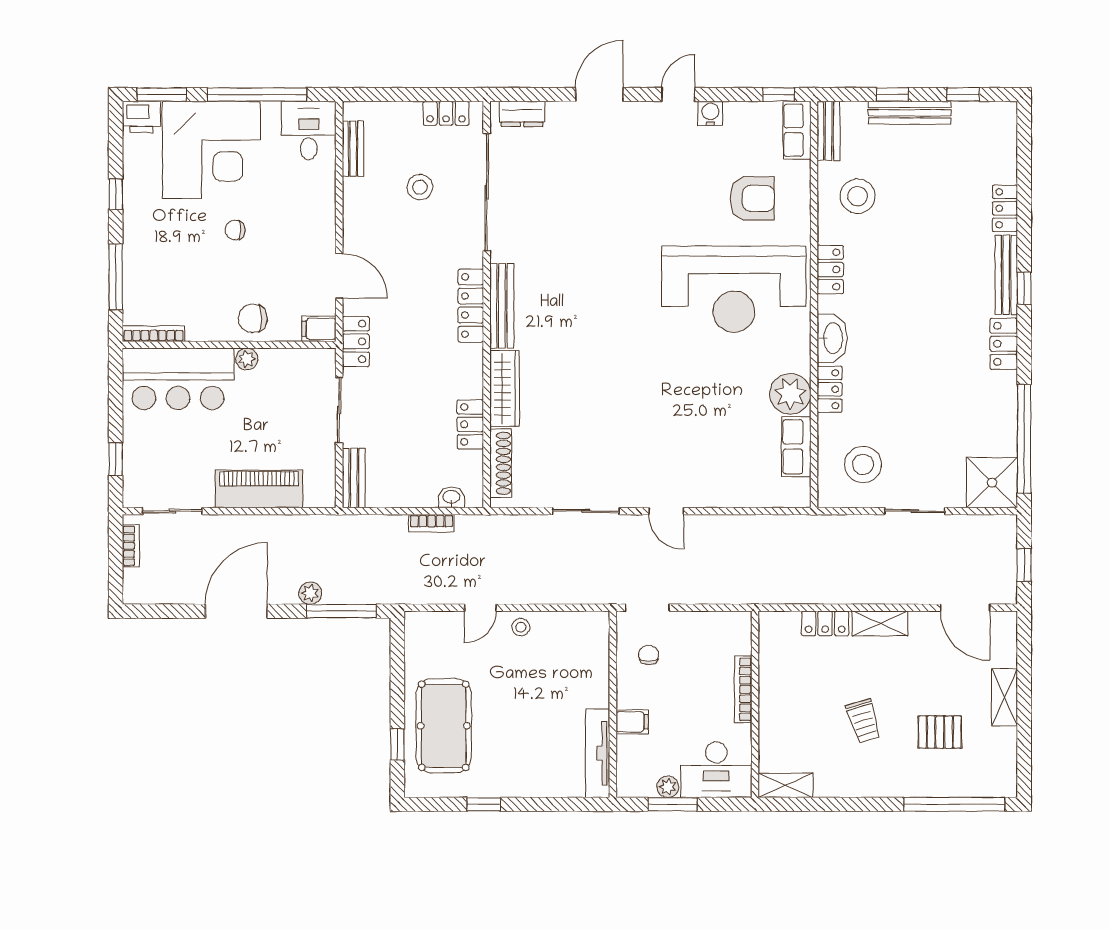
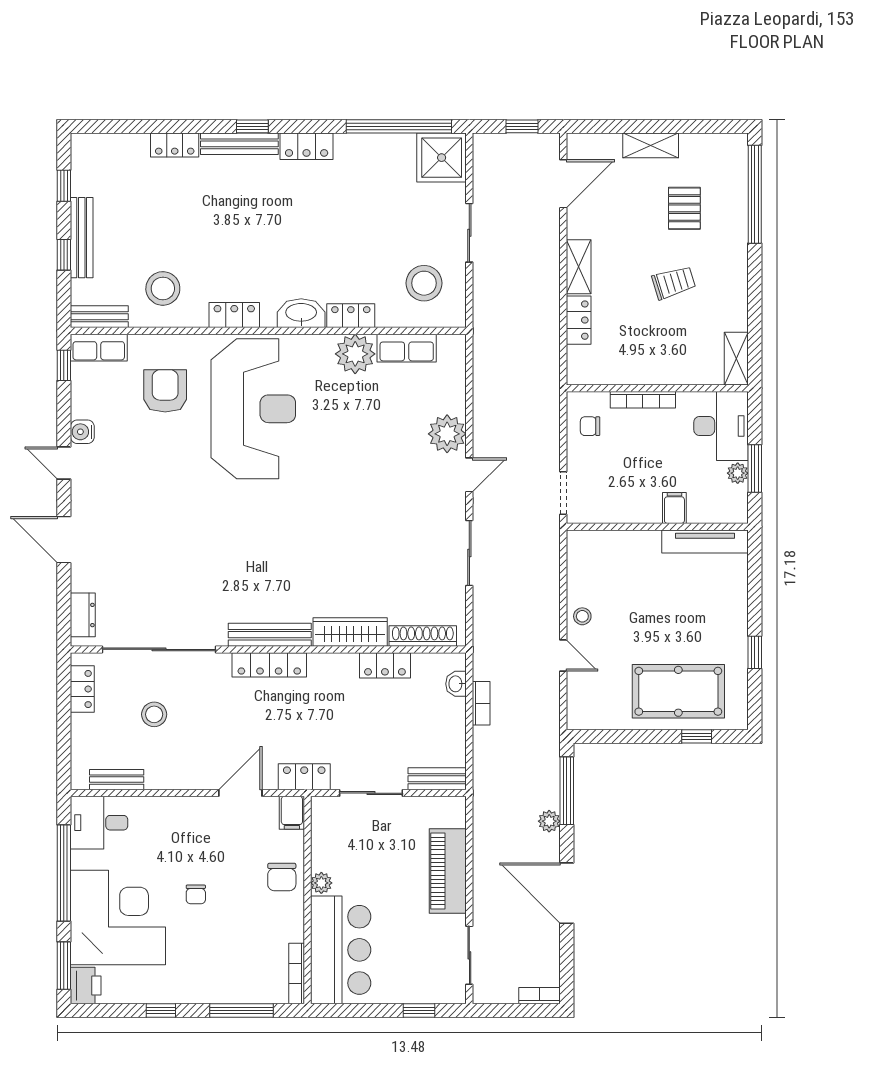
plant: (708, 488) -> (447, 434), added
bookcase: (131, 546) -> (540, 996), moved
chair: (649, 655) -> (590, 426), moved

